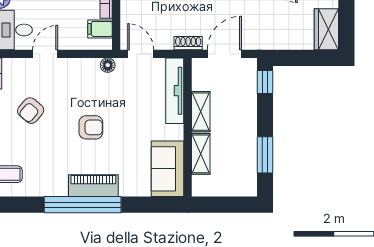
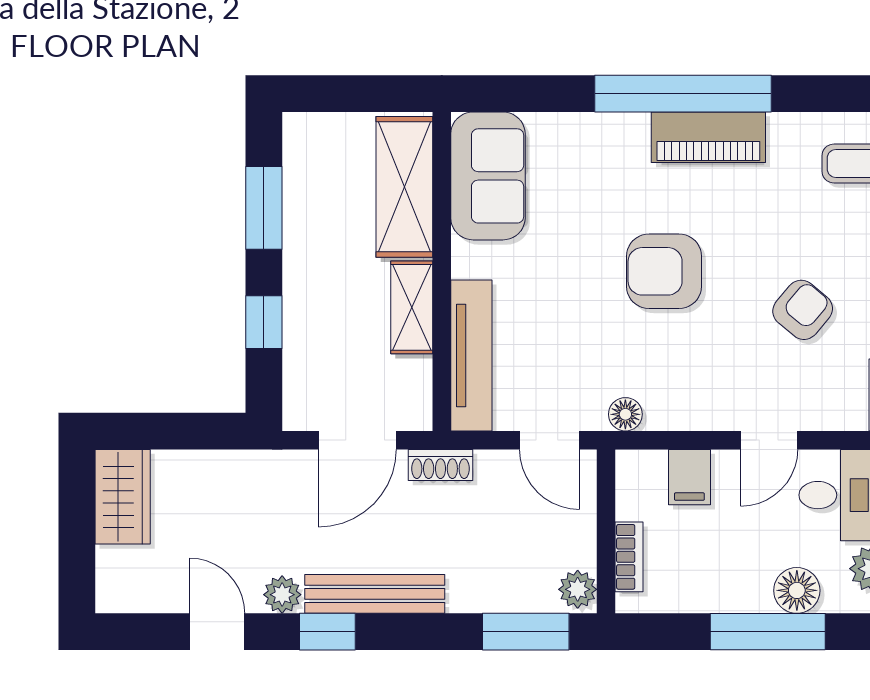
filing cabinet: (100, 29) -> (689, 477), moved, turned 90
window: (265, 82) -> (264, 322), moved
armchair: (91, 127) -> (664, 271), width x1.38, depth x1.38
shelving: (201, 154) -> (404, 187), width x1.50, depth x1.33
piano: (93, 186) -> (708, 137), moved

